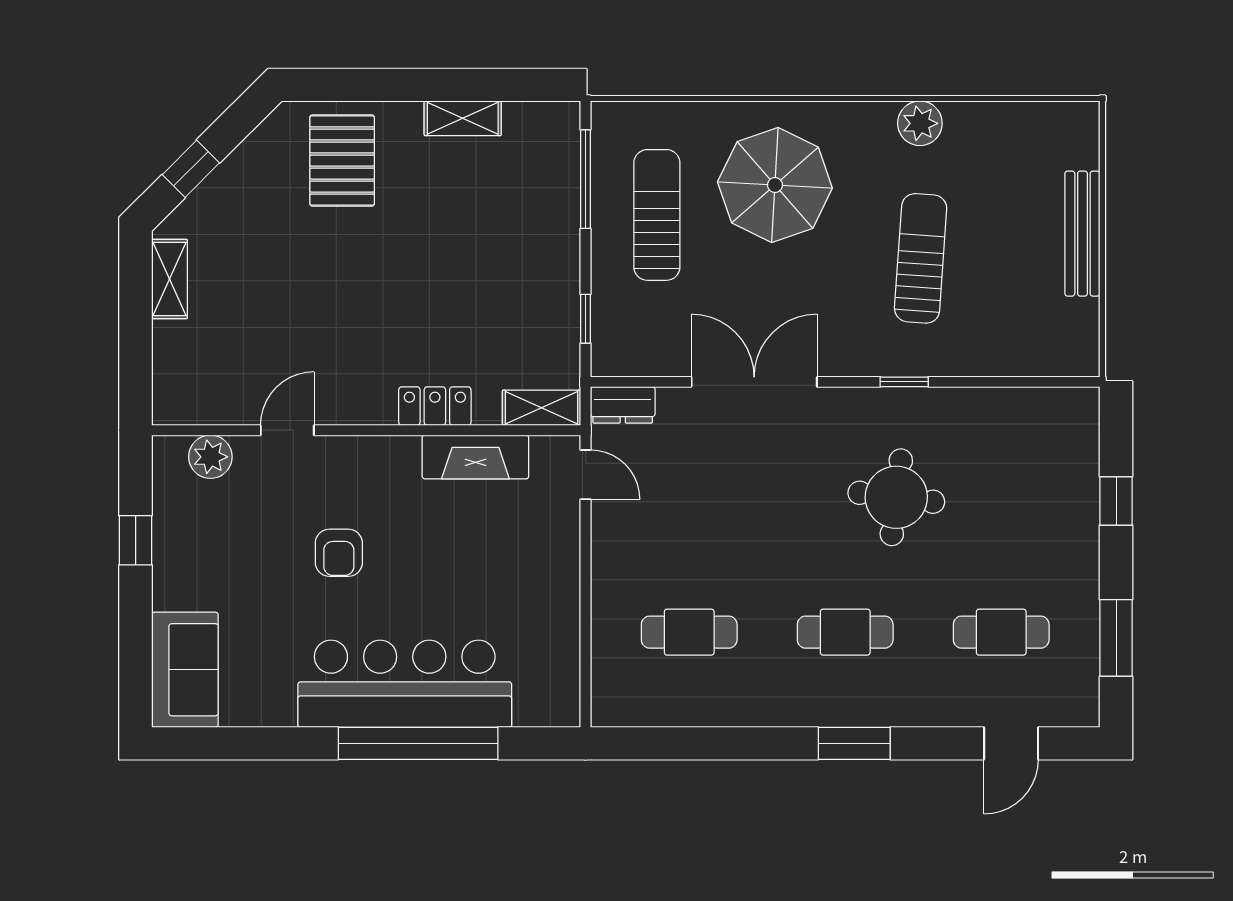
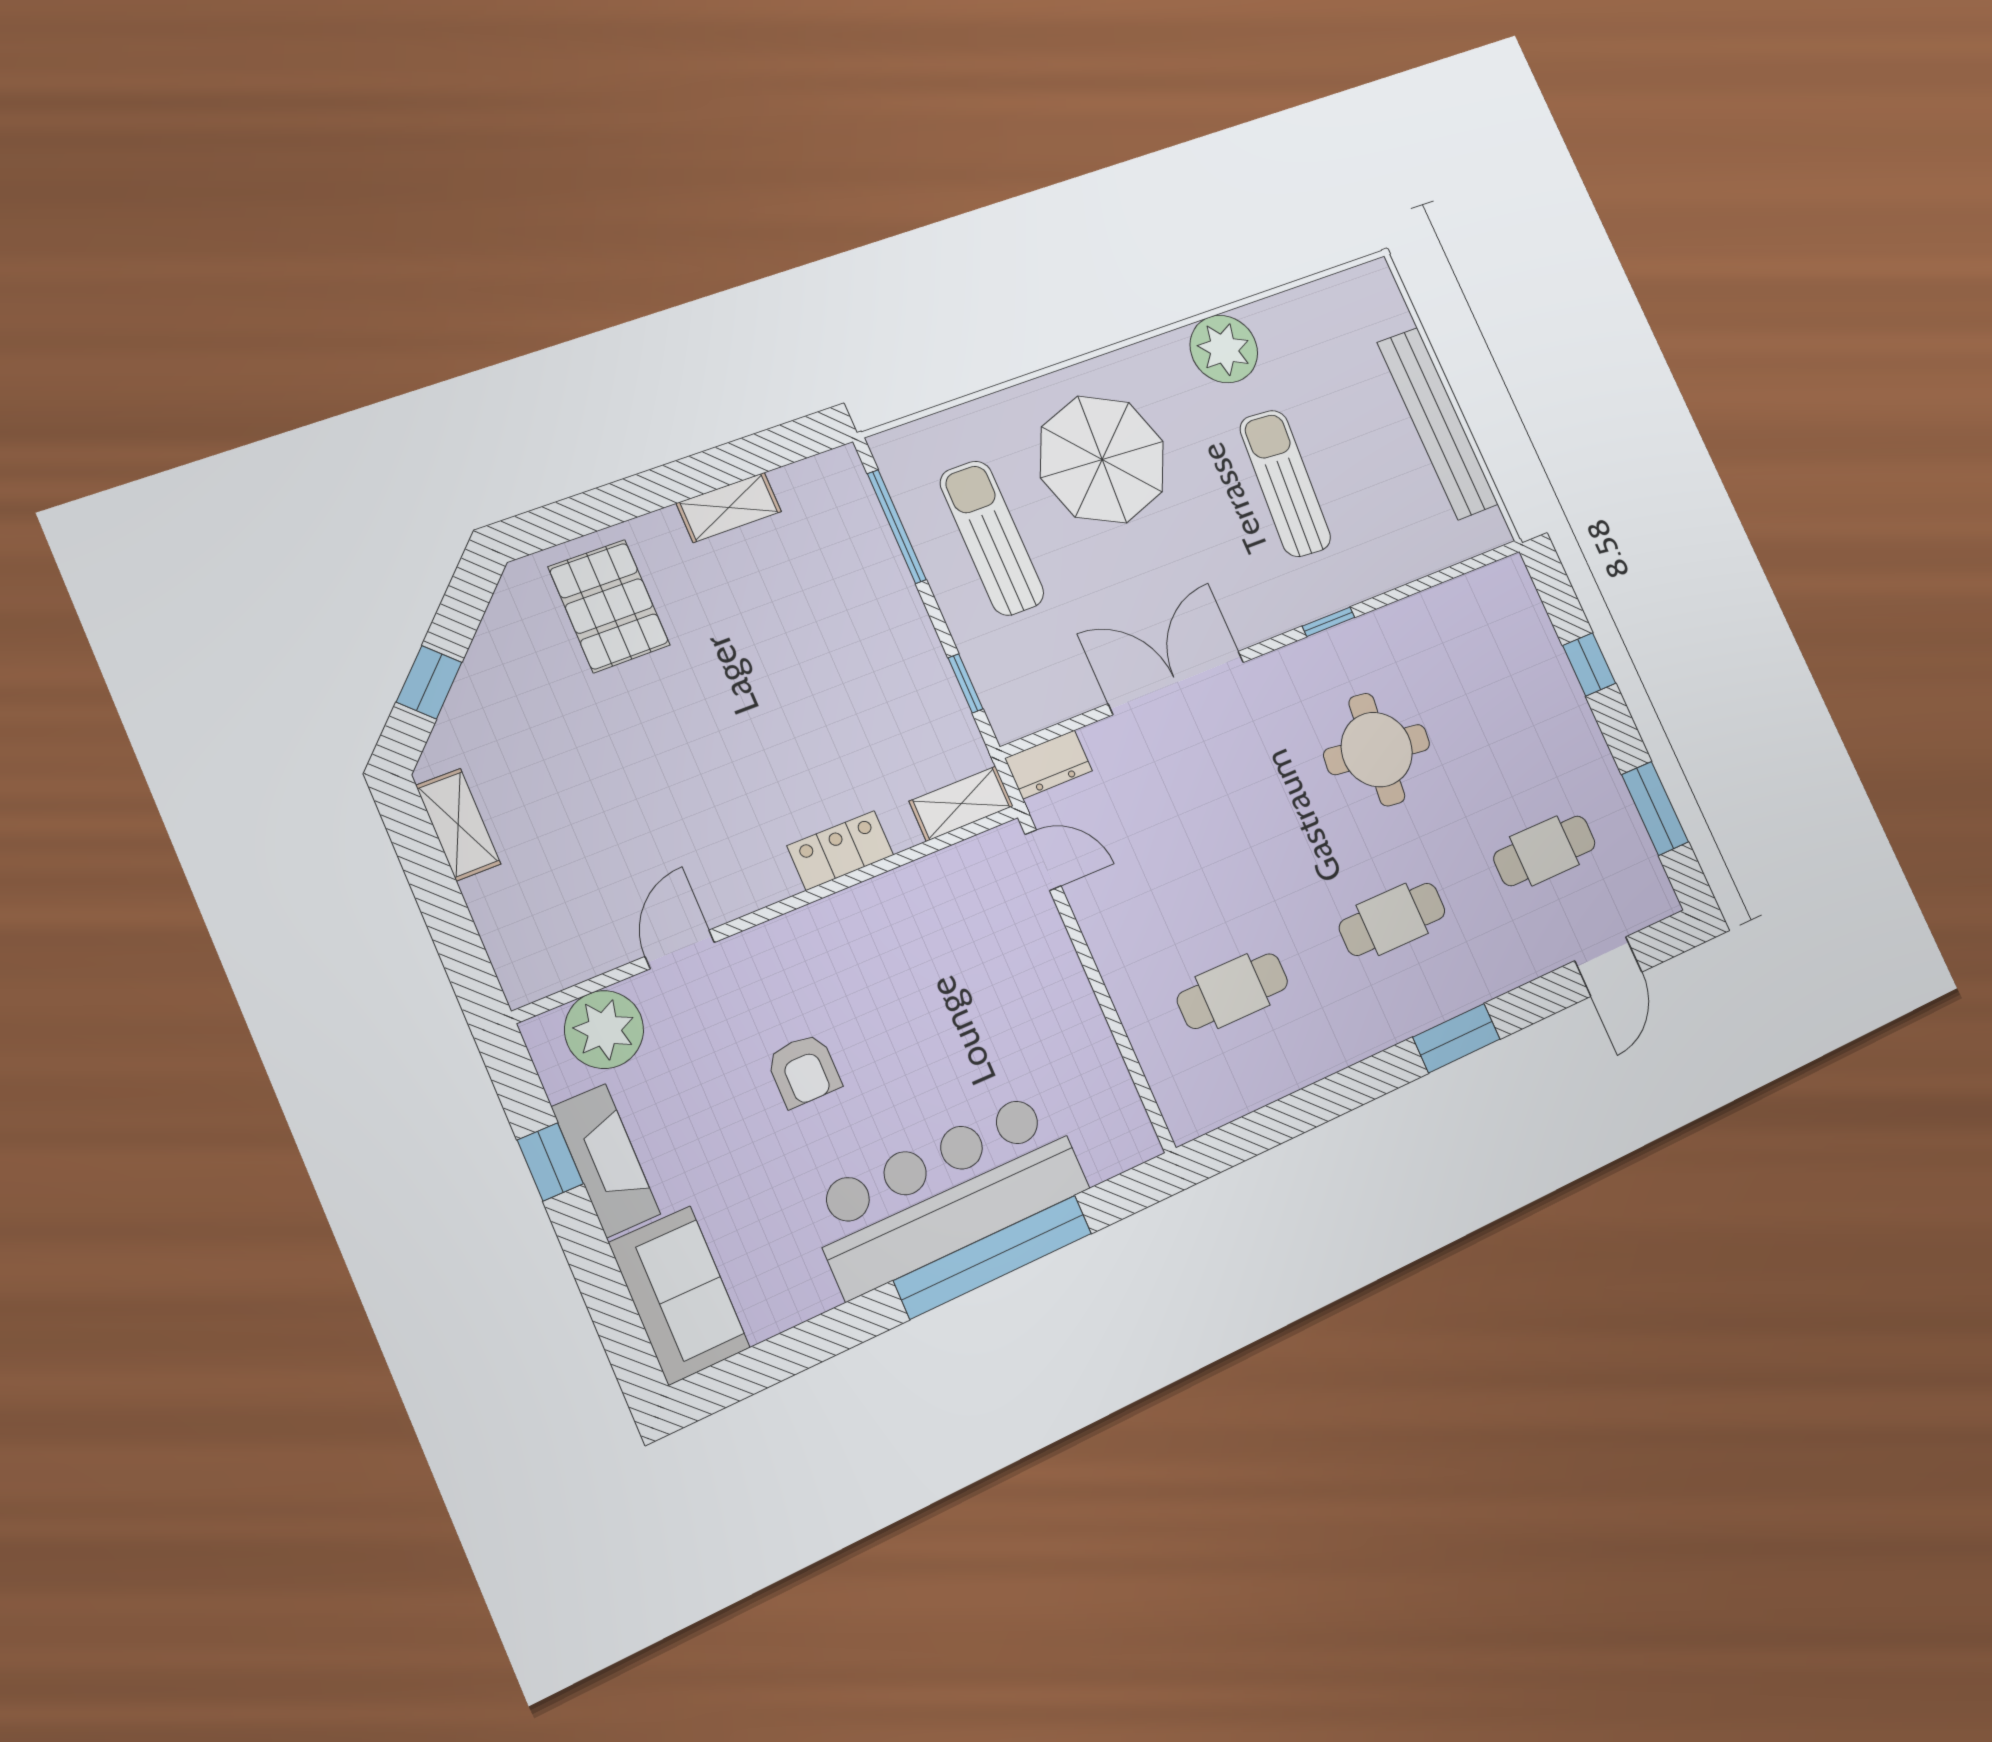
plant: (920, 123) -> (1224, 349), width x1.36, depth x1.36
bench: (1082, 234) -> (1438, 423), width x1.37, depth x1.21
plant: (210, 457) -> (604, 1030), width x1.36, depth x1.36
fireplace: (475, 457) -> (606, 1161), moved, turned -90

